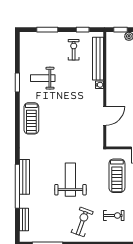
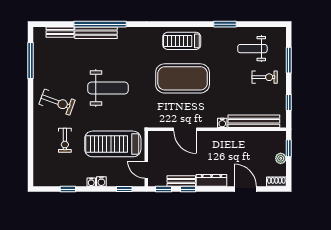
exercise bike: (74, 50) -> (265, 77), moved
weight bench: (43, 78) -> (252, 49), moved, turned -90
exercise mat: (63, 118) -> (183, 78), added
treadmill: (117, 176) -> (113, 144), width x1.37, depth x1.38
bench: (25, 177) -> (96, 33), moved

